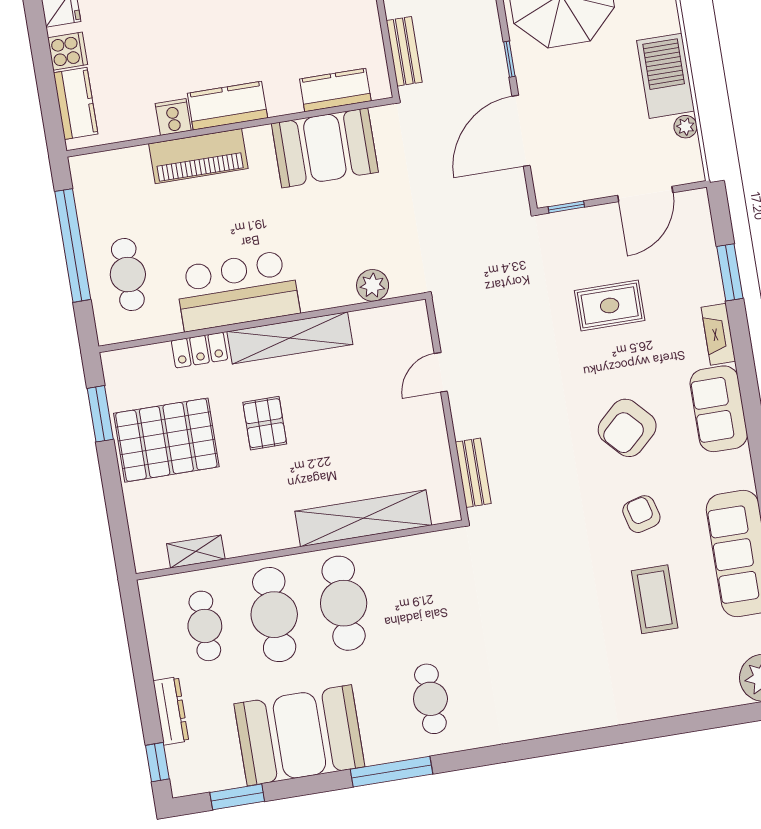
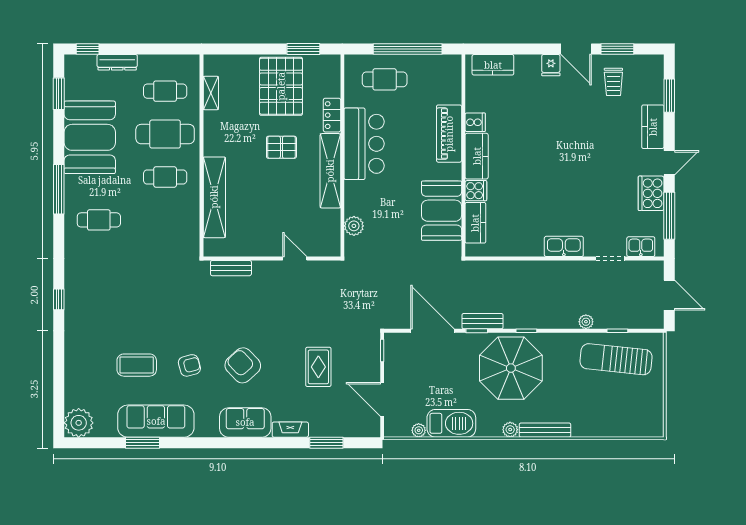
cooker: (68, 51) -> (476, 191), moved, turned -90
bench: (404, 51) -> (483, 321), moved
cafe table: (344, 603) -> (165, 177), width x0.73, depth x0.74
window: (569, 742) -> (59, 299), added

